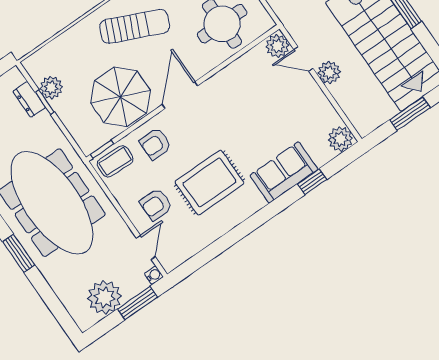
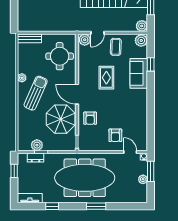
plant: (329, 73) -> (142, 26), moved
coffee table: (115, 161) -> (116, 47), moved
rug: (209, 183) -> (106, 78), moved, width x0.73, depth x0.70
plant: (104, 297) -> (143, 179), width x0.53, depth x0.53

